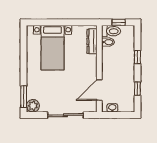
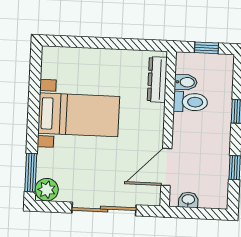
toilet: (111, 31) -> (190, 102), moved
bed with nightstands: (53, 48) -> (79, 115), moved, turned -90

